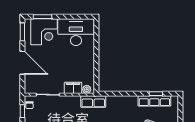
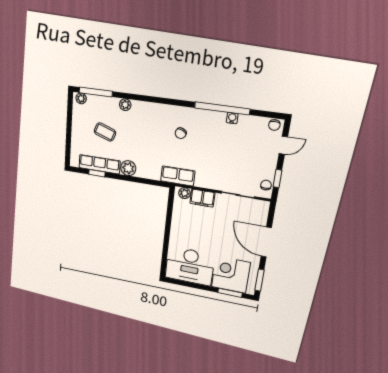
plant: (131, 101) -> (128, 168), added

